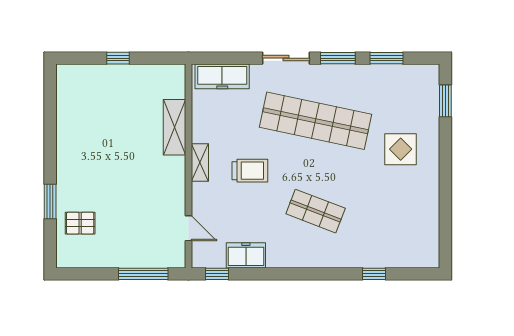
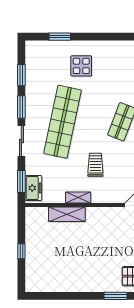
window: (224, 58) -> (21, 181), added
freezer: (222, 76) -> (33, 188), width x0.71
window: (445, 101) -> (60, 37), moved
shelving: (200, 162) -> (78, 198), moved

